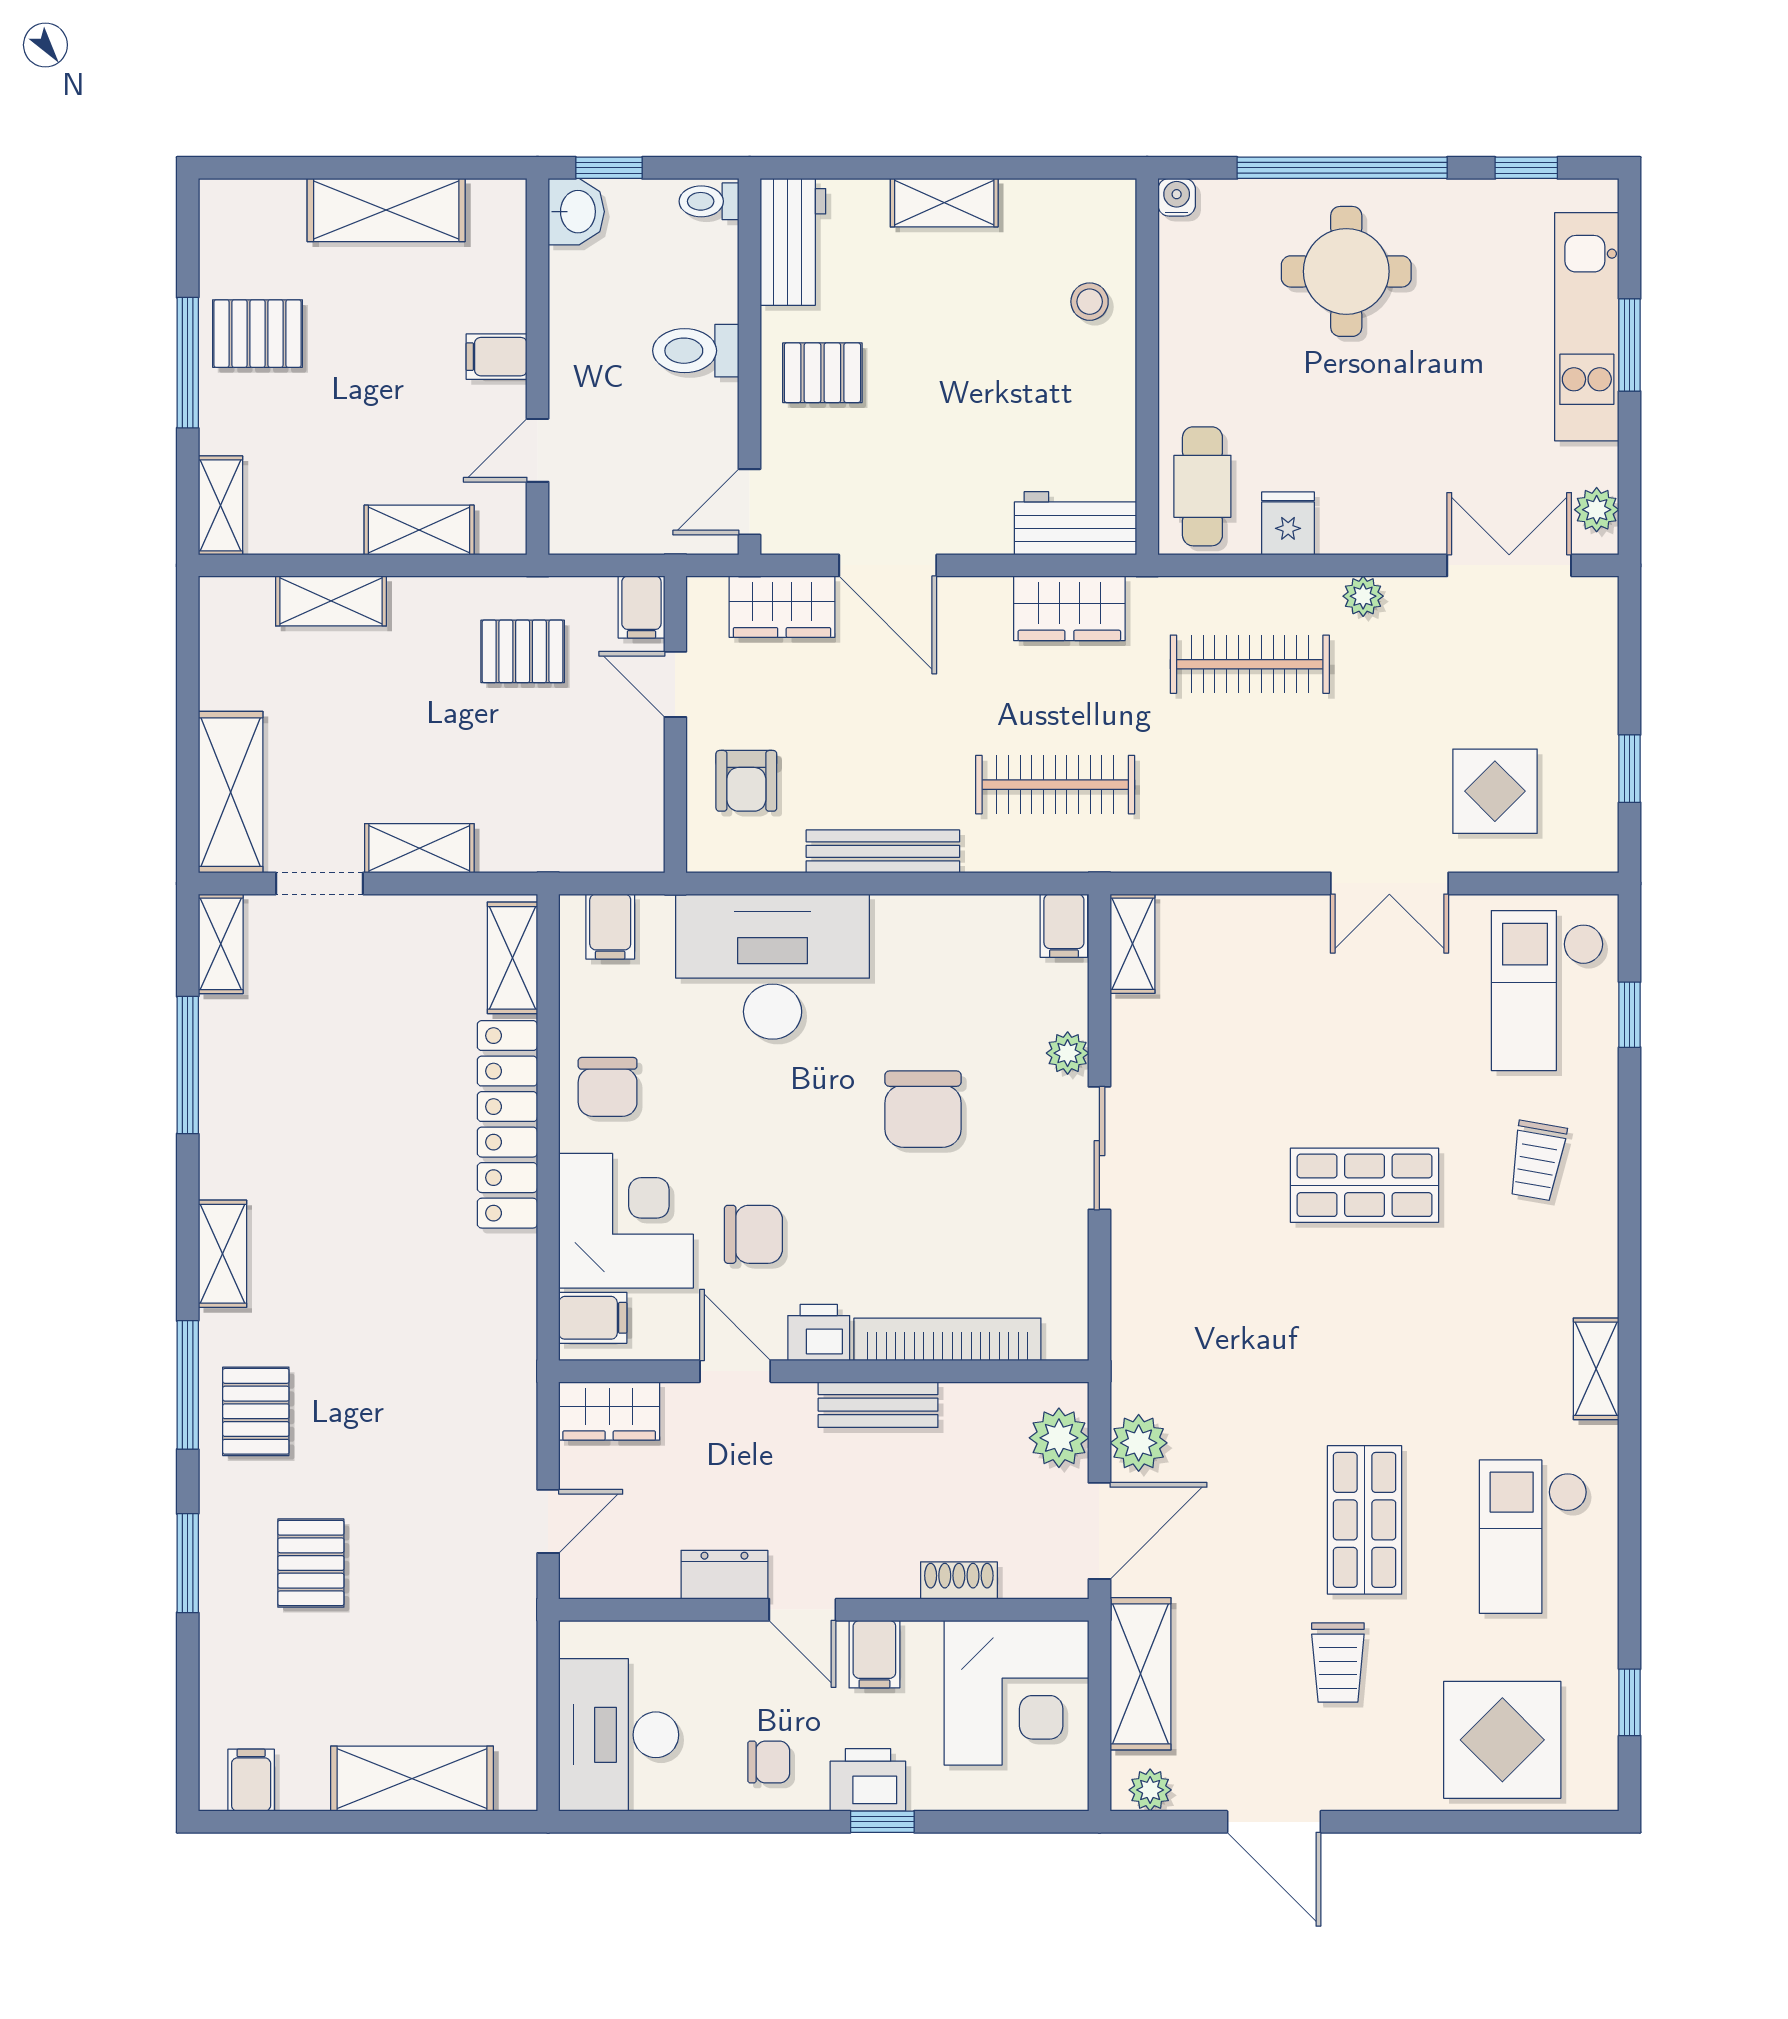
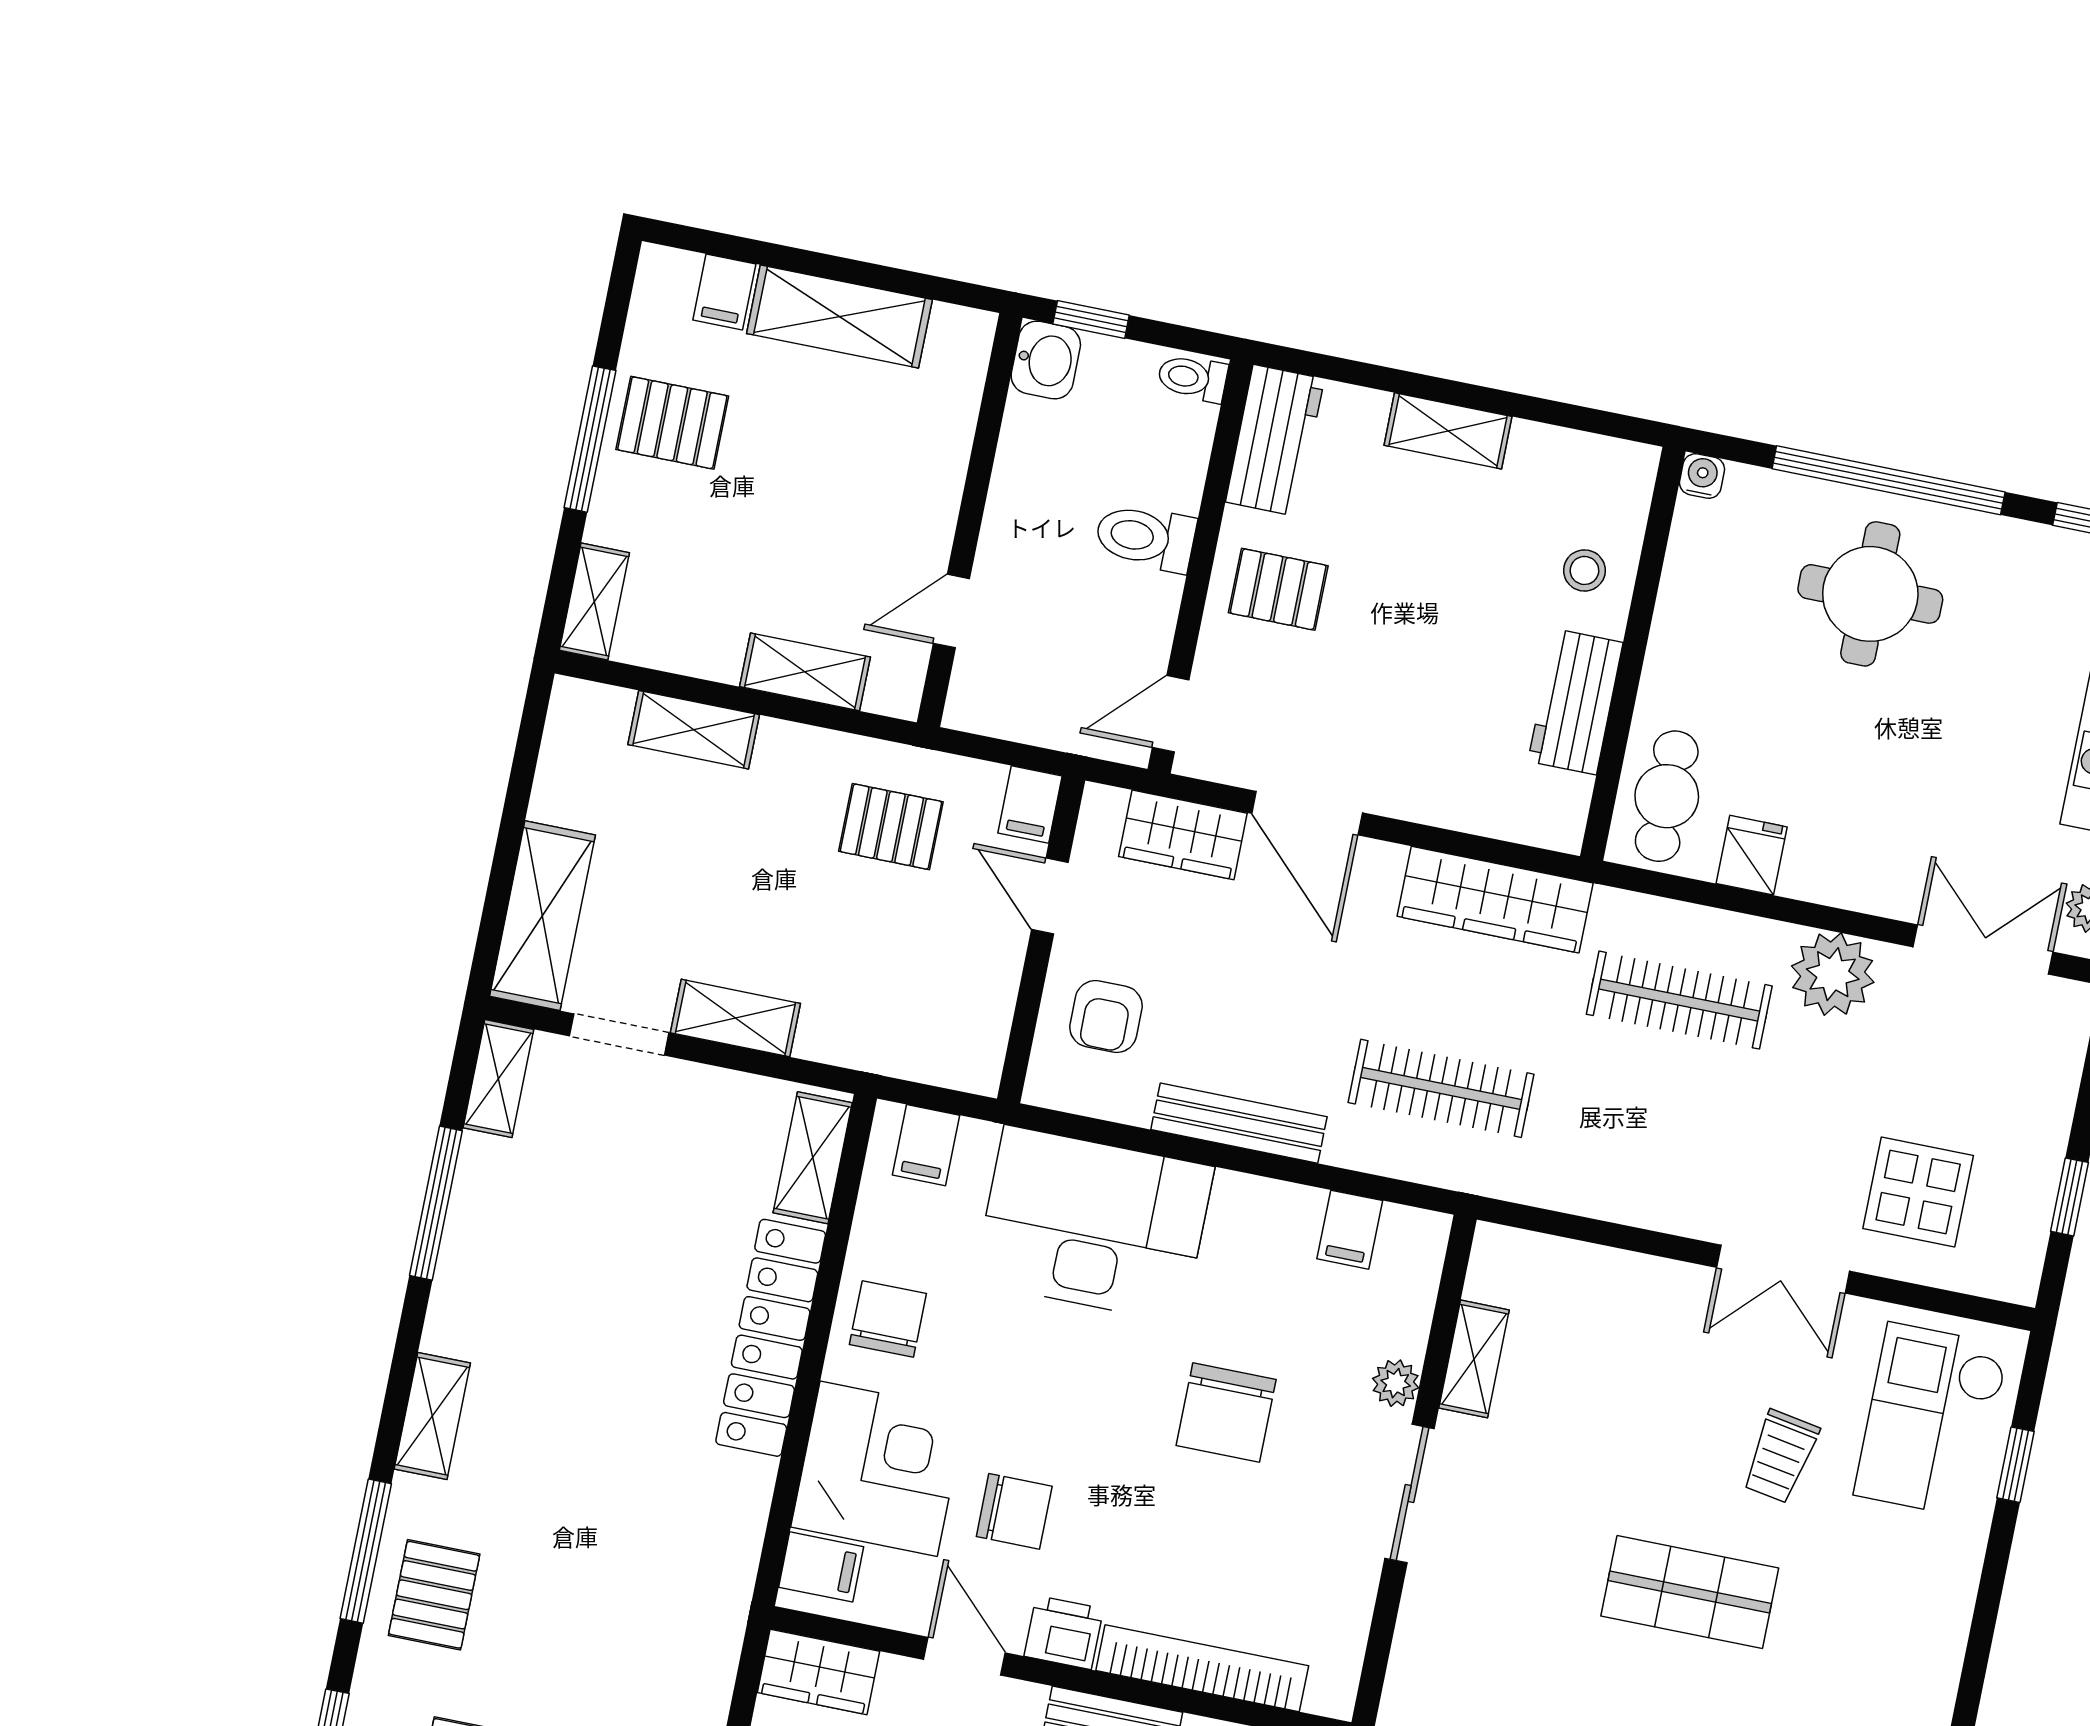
filing cabinet: (497, 357) -> (724, 292), moved, turned -90
workbench: (1076, 523) -> (1575, 702), moved, turned -90
plant: (1363, 596) -> (1833, 974), width x1.88, depth x1.88
wardrobe: (1069, 608) -> (1495, 900), width x1.50
filing cabinet: (1064, 926) -> (1350, 1230), moved
shelving: (1132, 944) -> (1474, 1359), moved
chair: (608, 1087) -> (888, 1319), turned 180
trolley: (1537, 1161) -> (1780, 1457), moved

